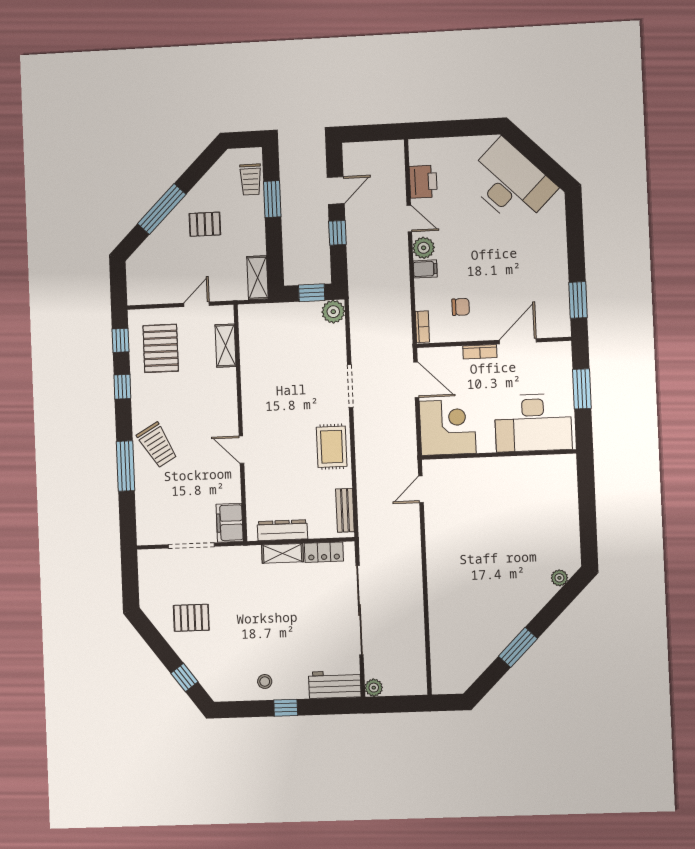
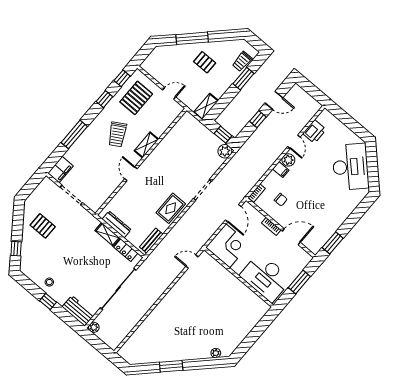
shelving: (226, 346) -> (146, 145), moved
trolley: (157, 445) -> (117, 134), moved
filing cabinet: (230, 523) -> (61, 170), moved, turned 180

